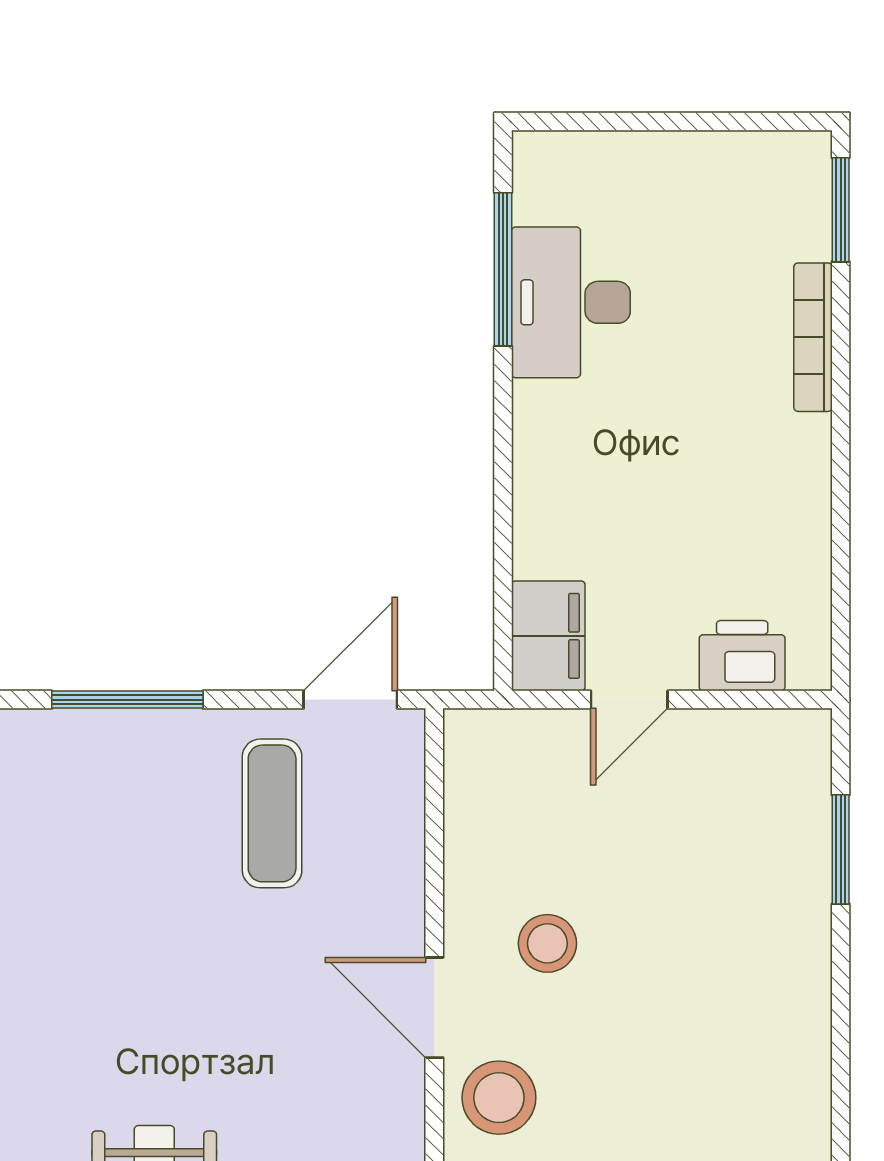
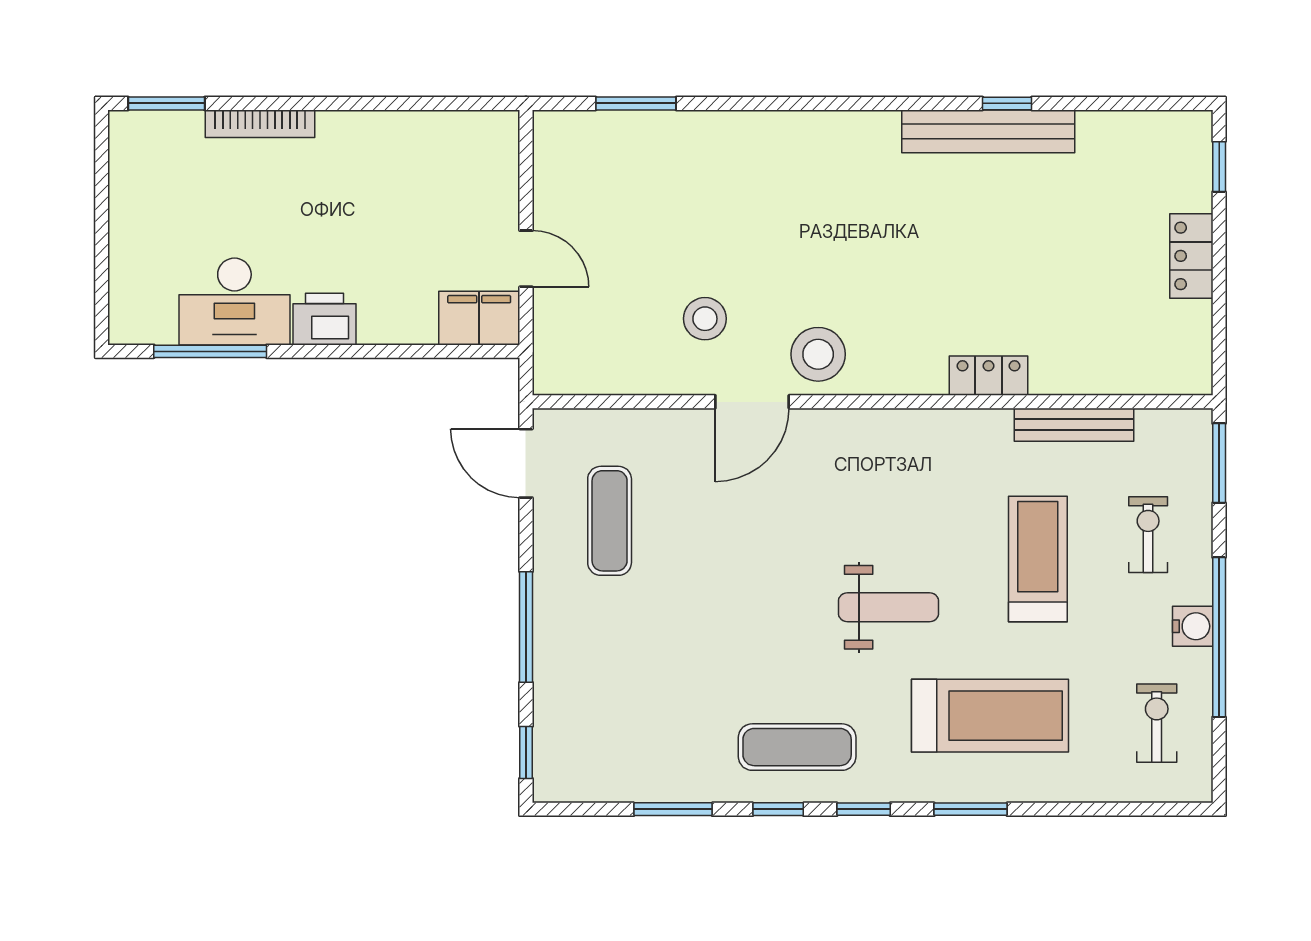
printer: (742, 656) -> (325, 319), moved, turned 90
exercise mat: (272, 813) -> (610, 521), turned 90

